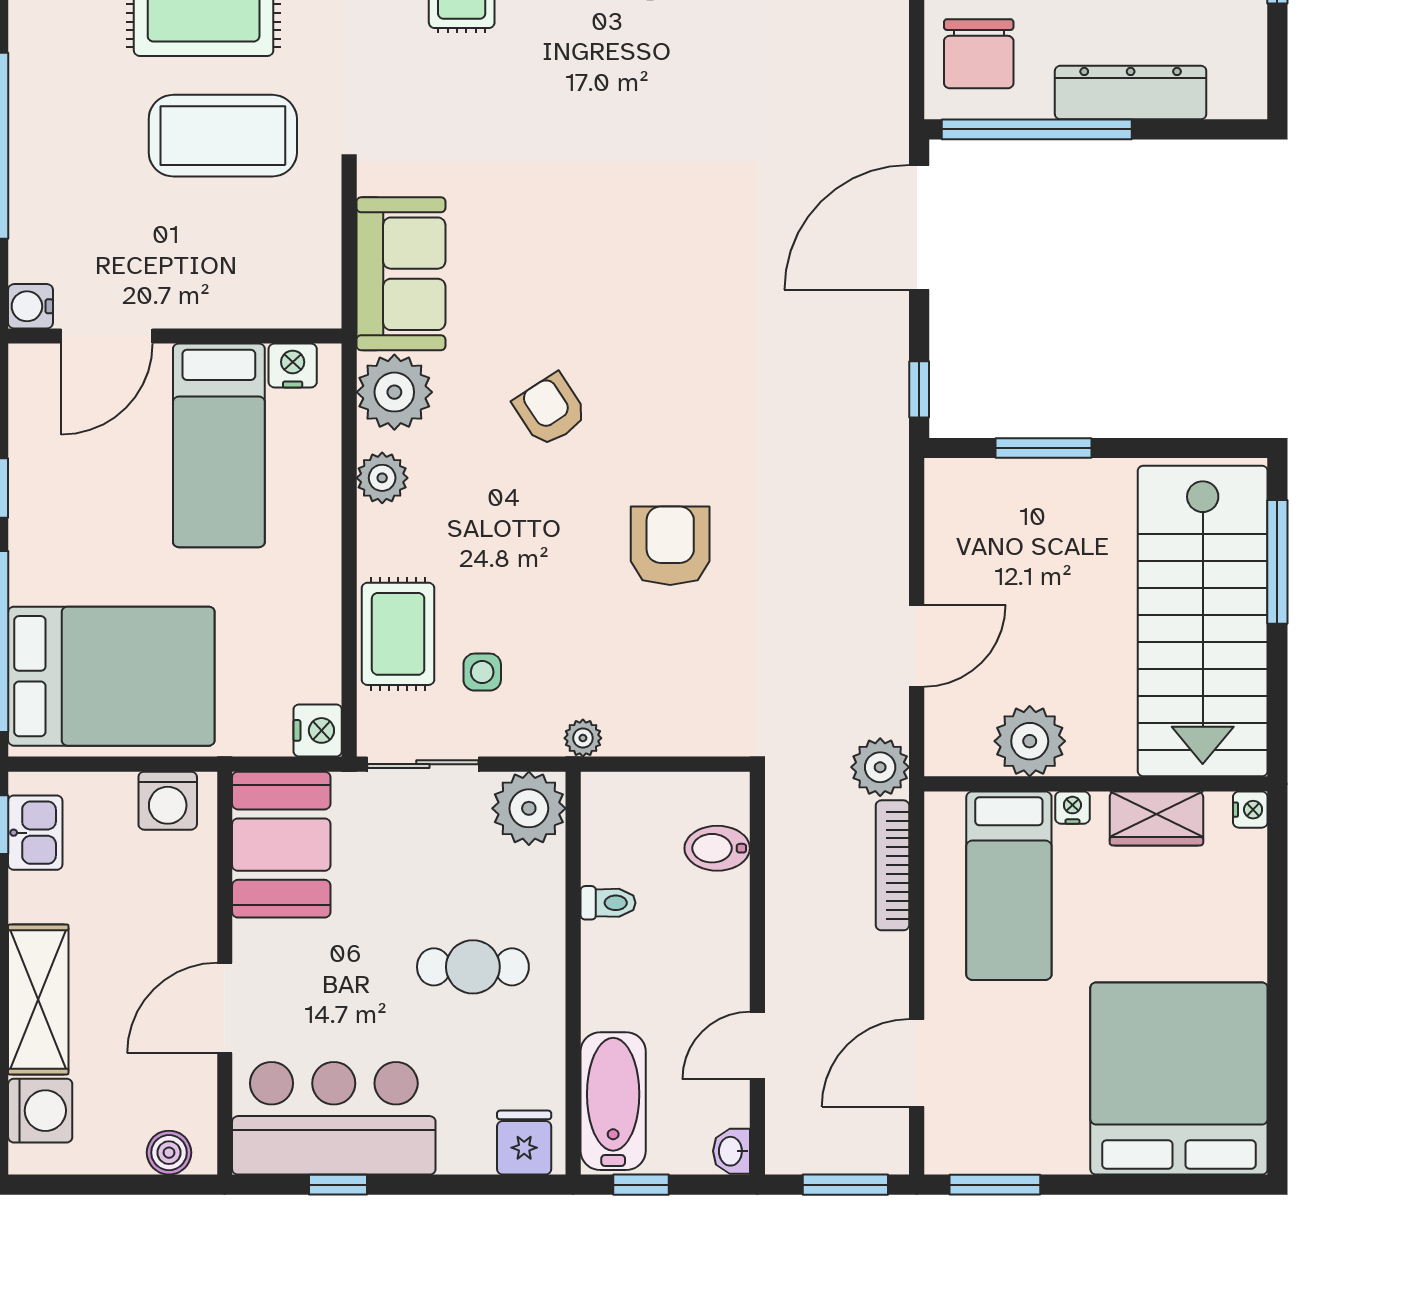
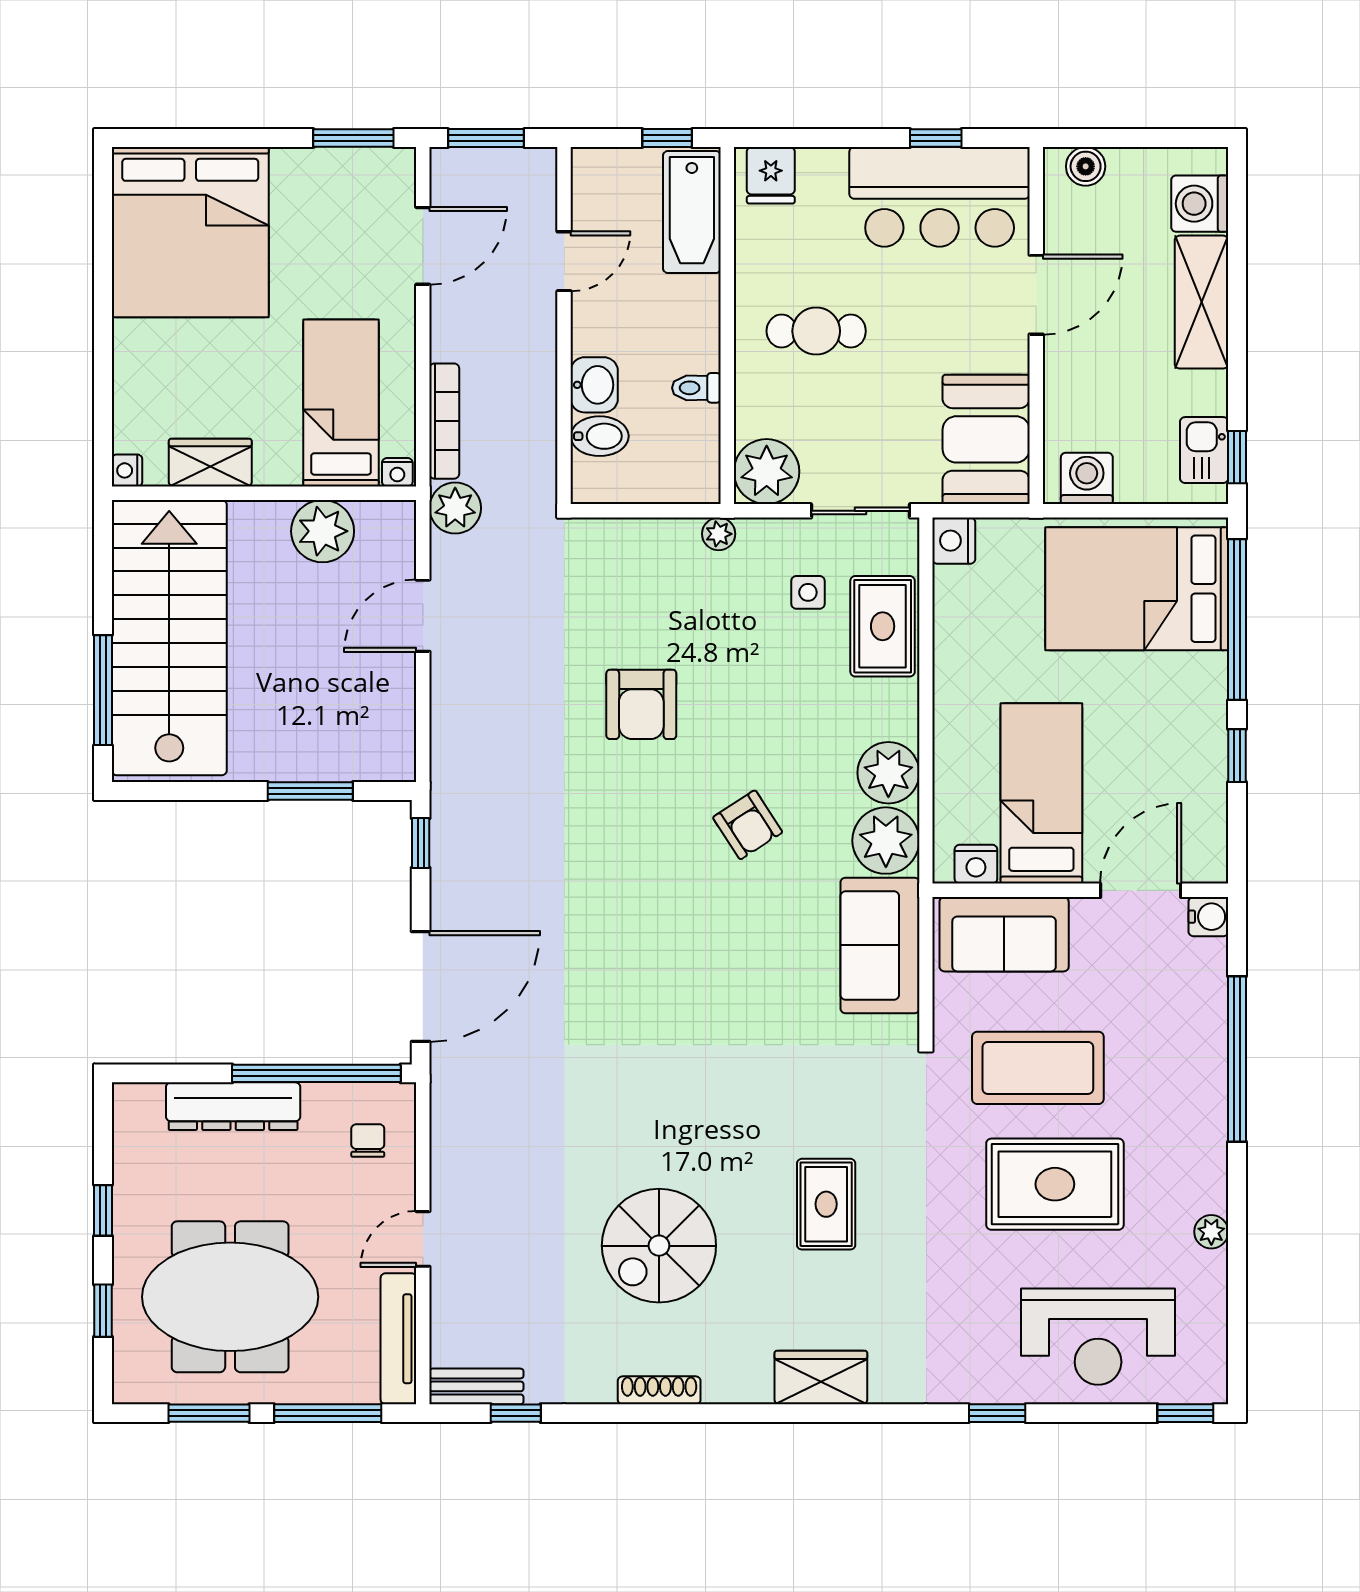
chair: (979, 54) -> (368, 1141), width x0.54, depth x0.54
sofa: (261, 286) -> (1004, 934), added
plant: (382, 478) -> (888, 773), width x1.36, depth x1.36
nightstand: (1072, 808) -> (397, 472), moved
washbasin: (731, 1151) -> (594, 385), moved, width x1.38, depth x1.45

